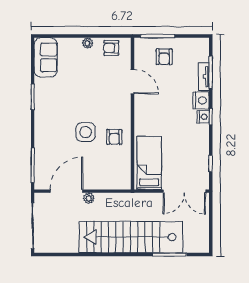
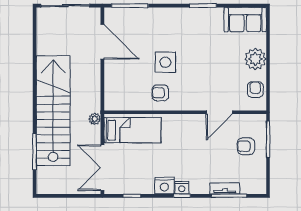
plant: (87, 43) -> (255, 59), width x1.88, depth x1.88
nightstand: (201, 100) -> (164, 186), moved
plant: (89, 198) -> (95, 119), moved

